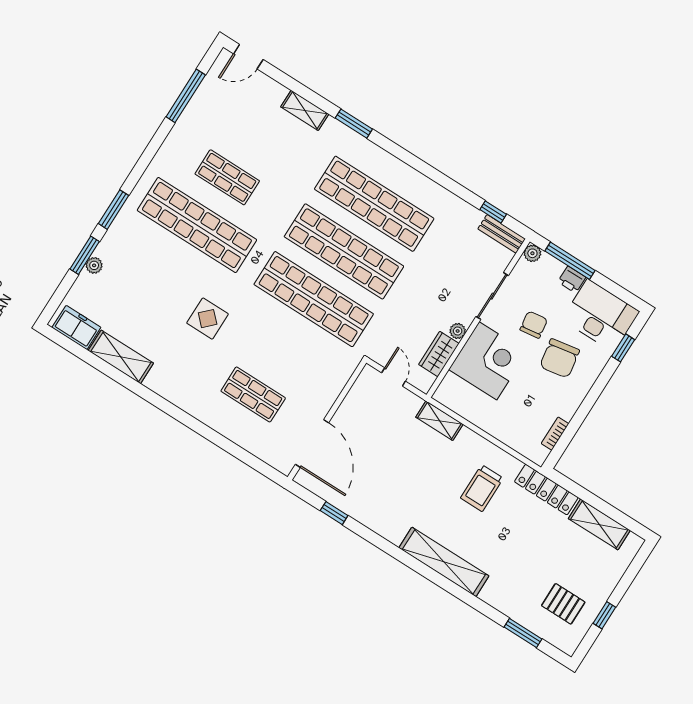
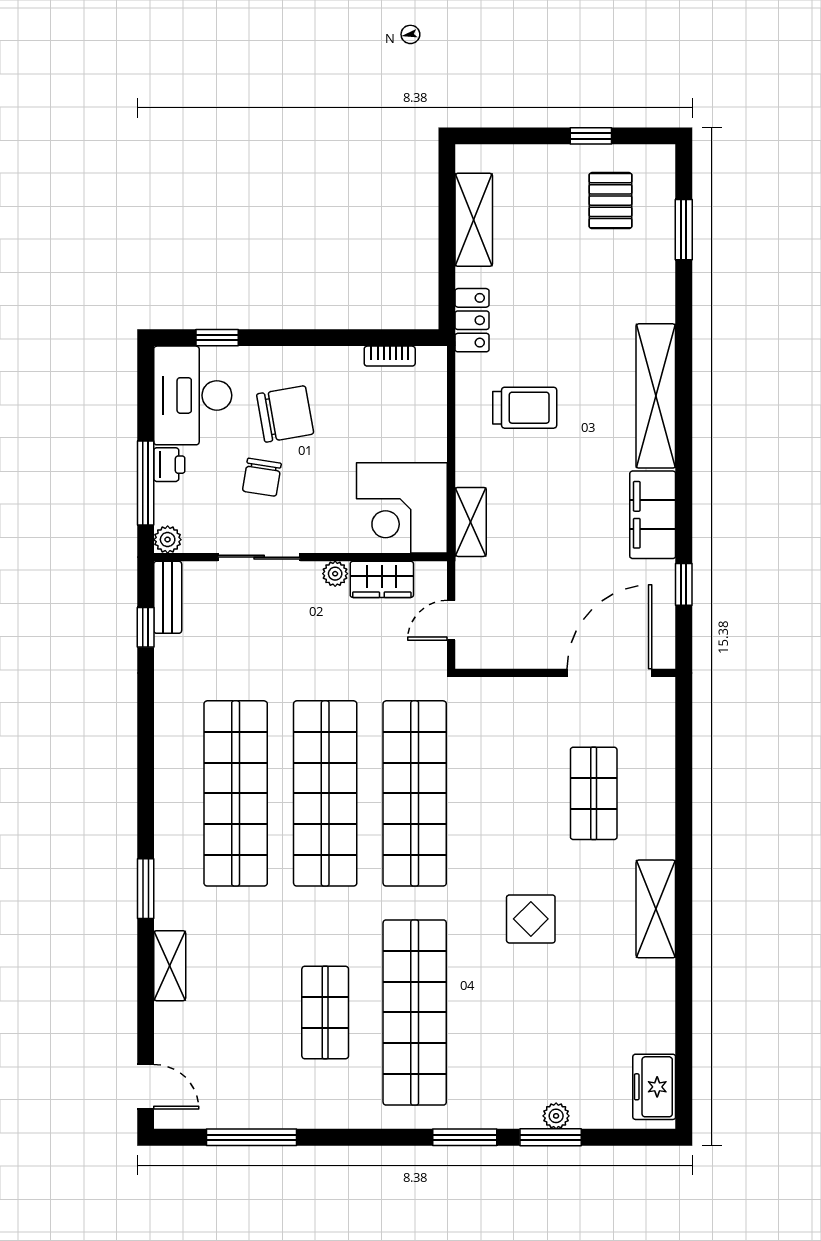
chair: (534, 325) -> (262, 477), turned -73
shelving: (121, 357) -> (656, 909), moved
corner desk: (488, 361) -> (402, 508), moved, turned -90
locker: (546, 490) -> (472, 320), width x0.66
filing cabinet: (382, 520) -> (653, 515), added

